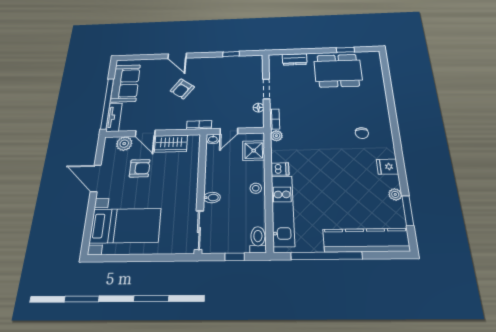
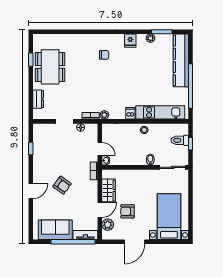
shower: (254, 151) -> (116, 131), removed
armchair: (140, 168) -> (127, 211), turned -90
toilet: (258, 240) -> (180, 140), moved

